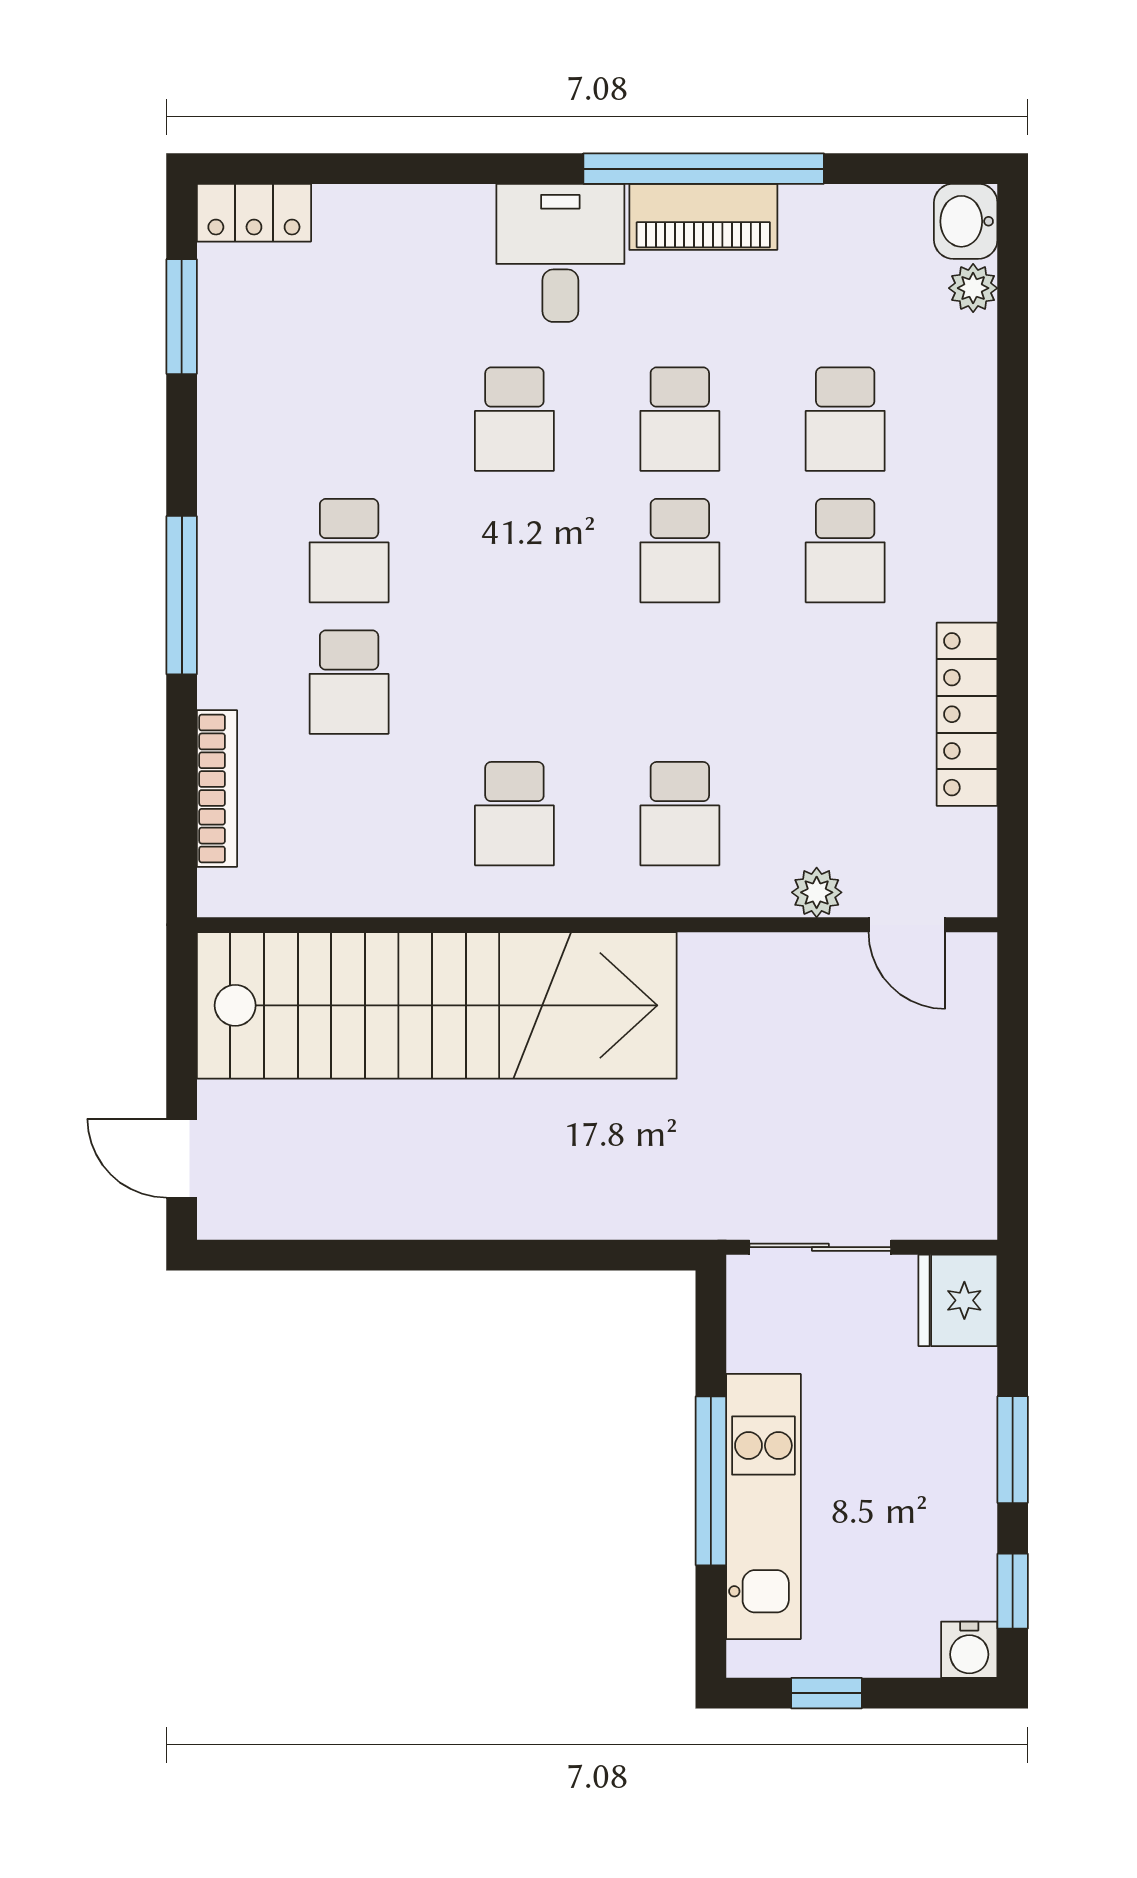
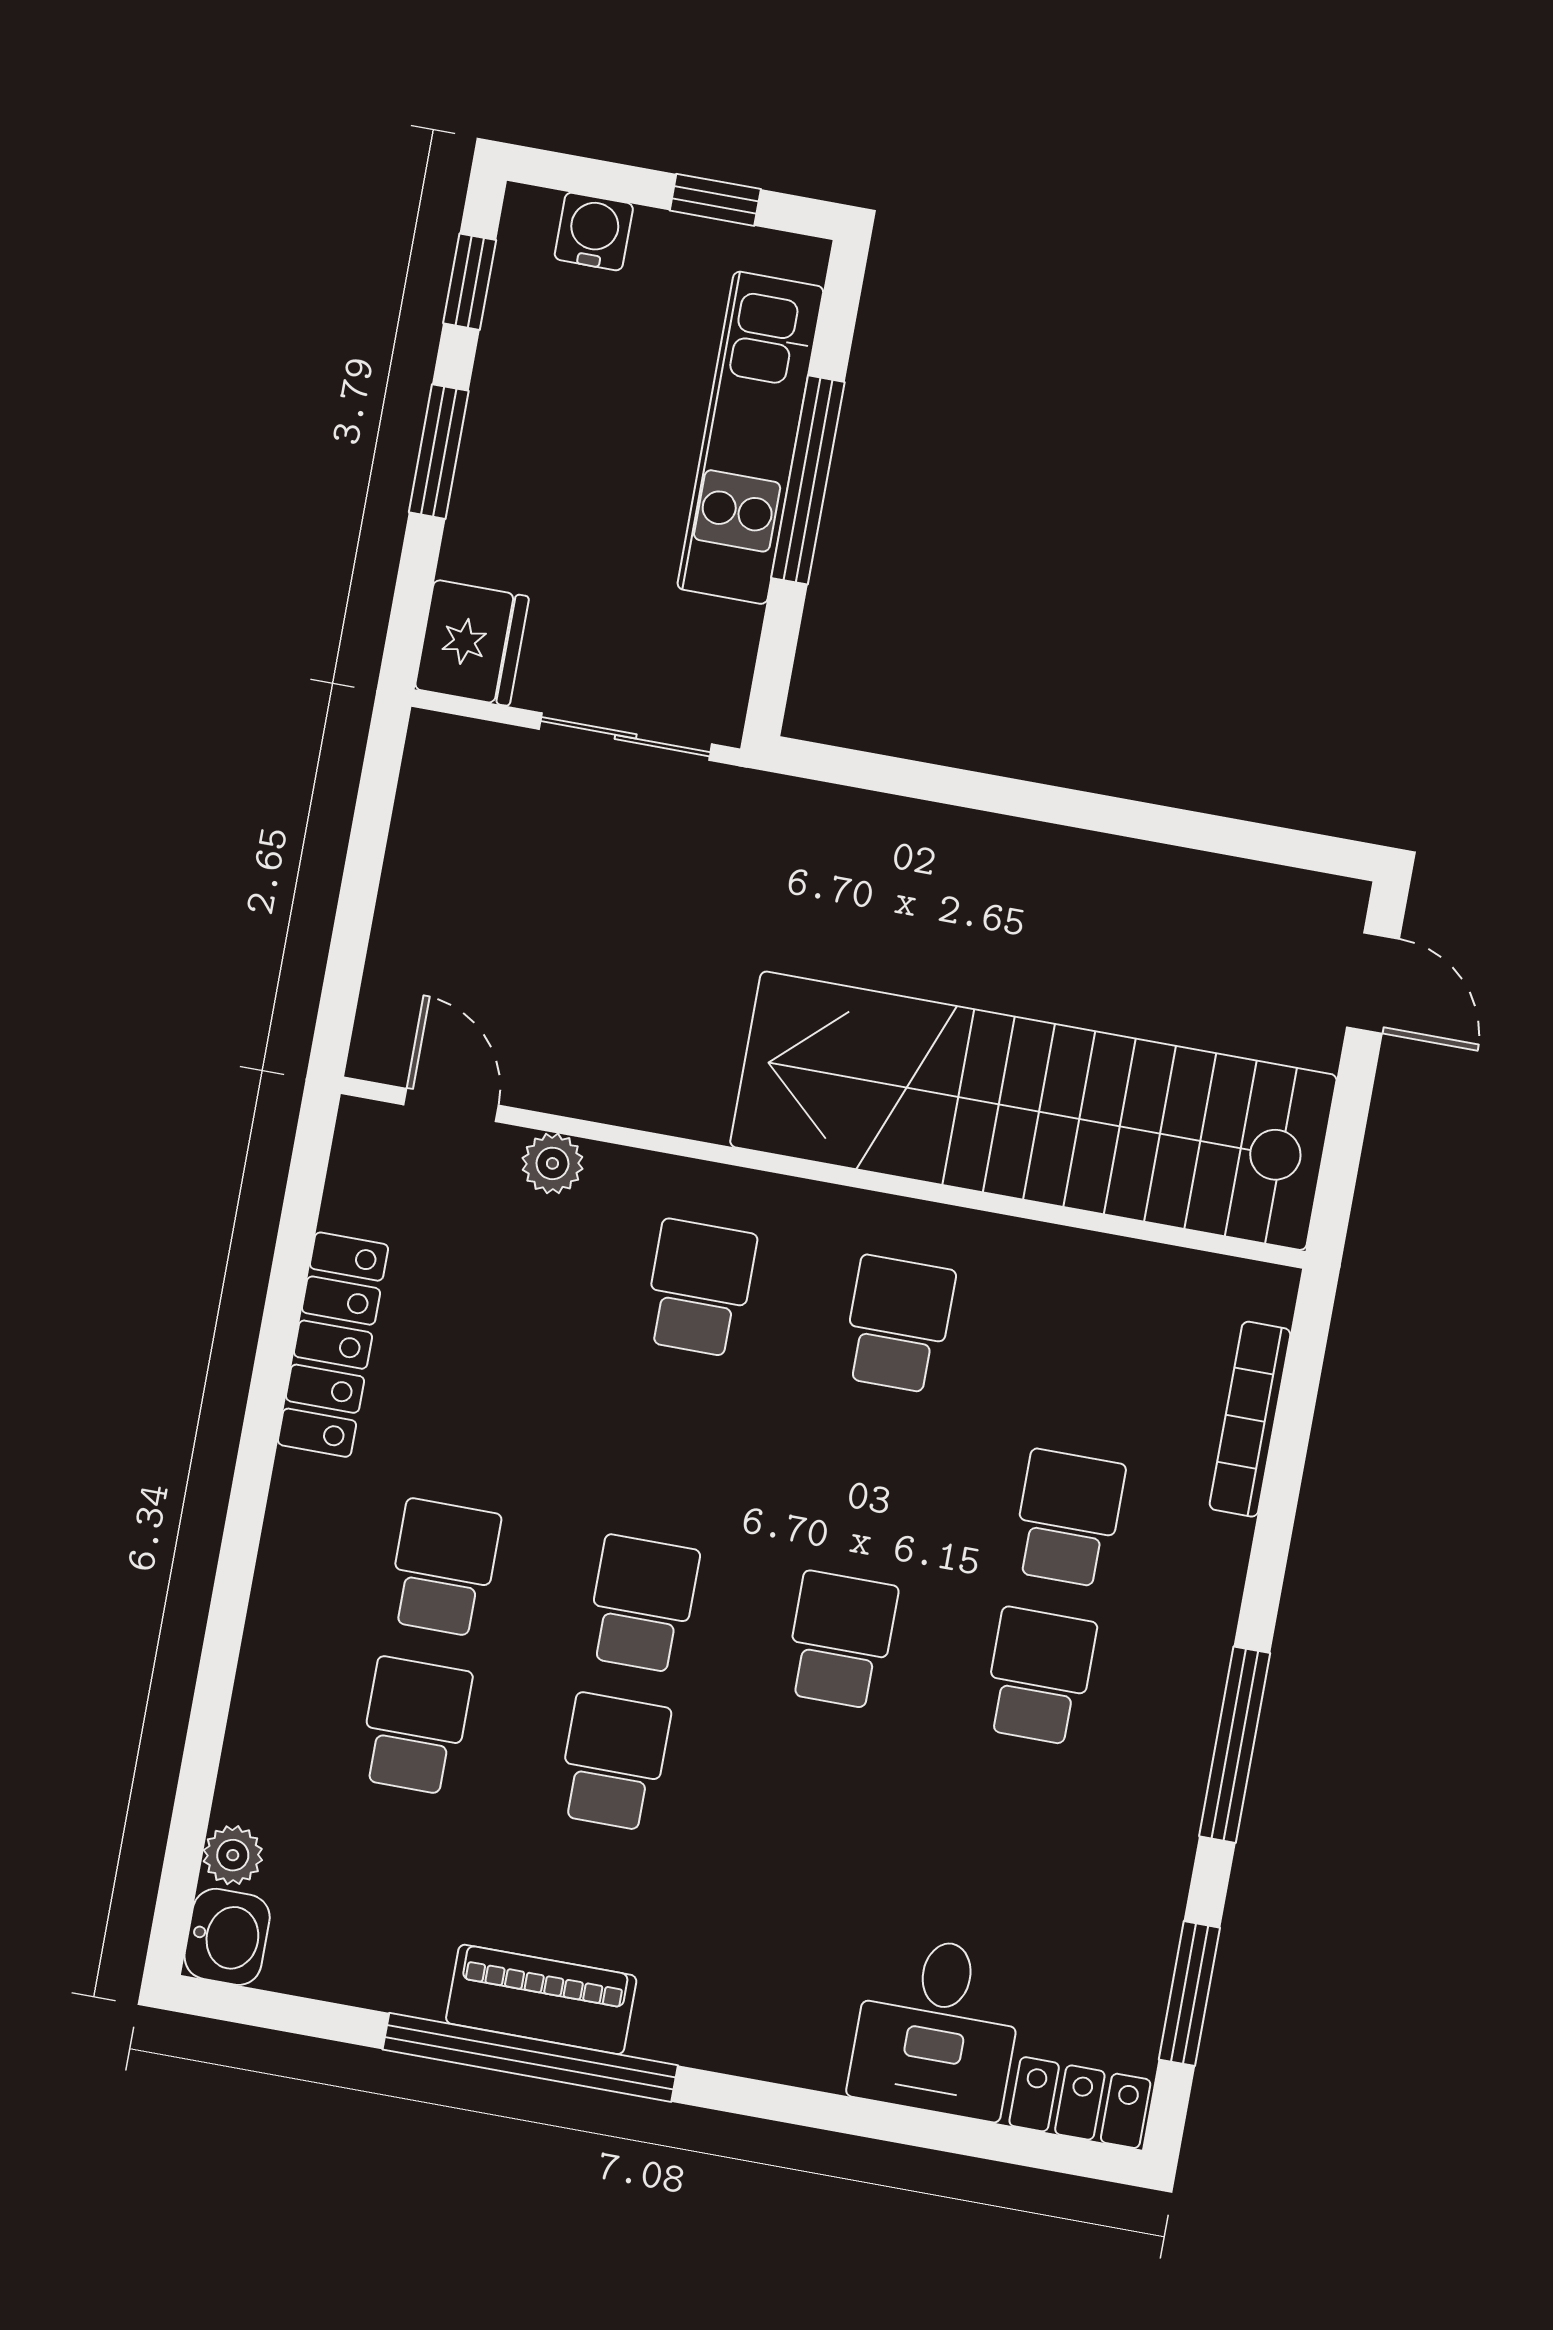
desk: (560, 253) -> (937, 2027), moved
school desk: (514, 419) -> (841, 1640), moved
window: (182, 595) -> (1235, 1745), moved
water cooler: (969, 1650) -> (594, 232), moved

